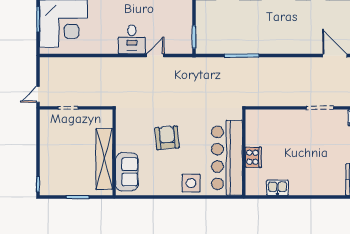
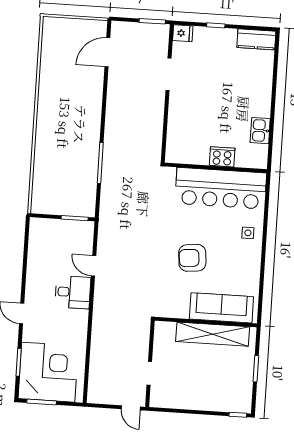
sofa: (127, 172) -> (221, 308), width x1.36
side table: (191, 183) -> (248, 233), width x0.54, depth x0.54

